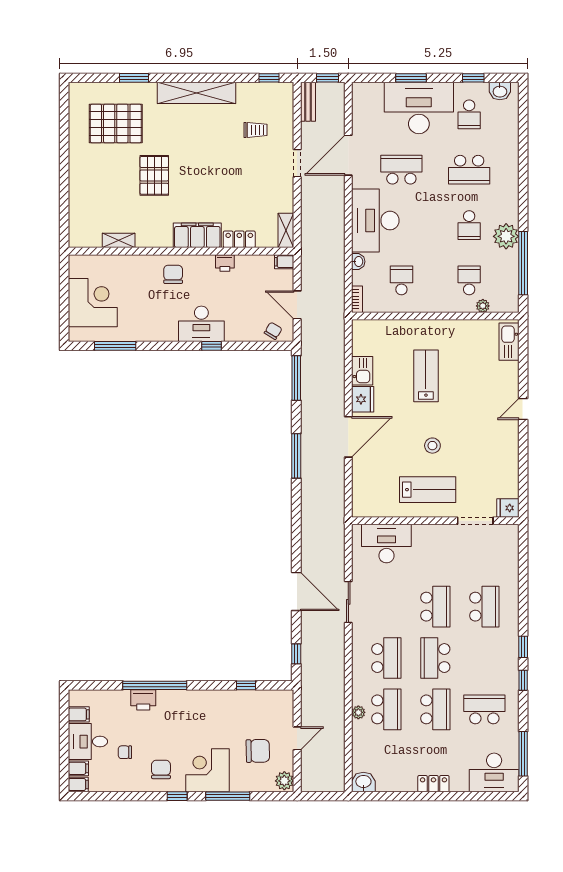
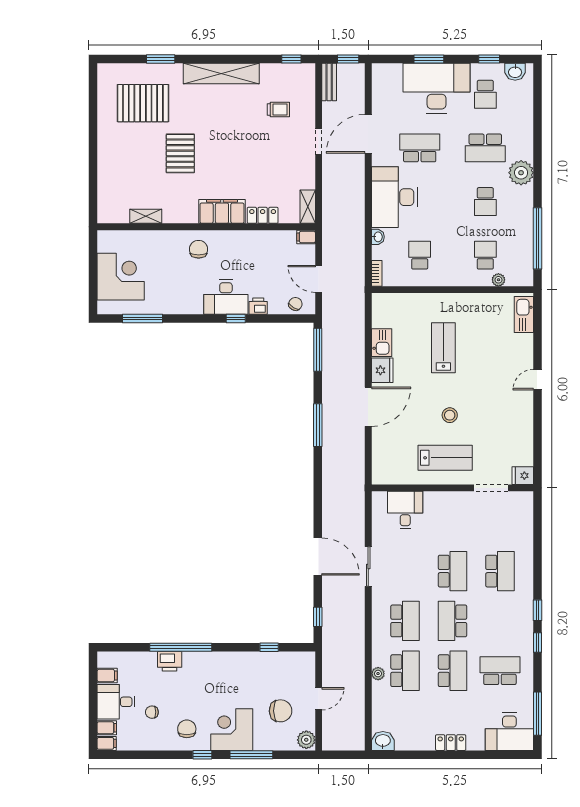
plant: (506, 236) -> (521, 173), moved
printer: (225, 263) -> (258, 306), moved, turned 180
desk: (386, 544) -> (405, 510), width x0.73

